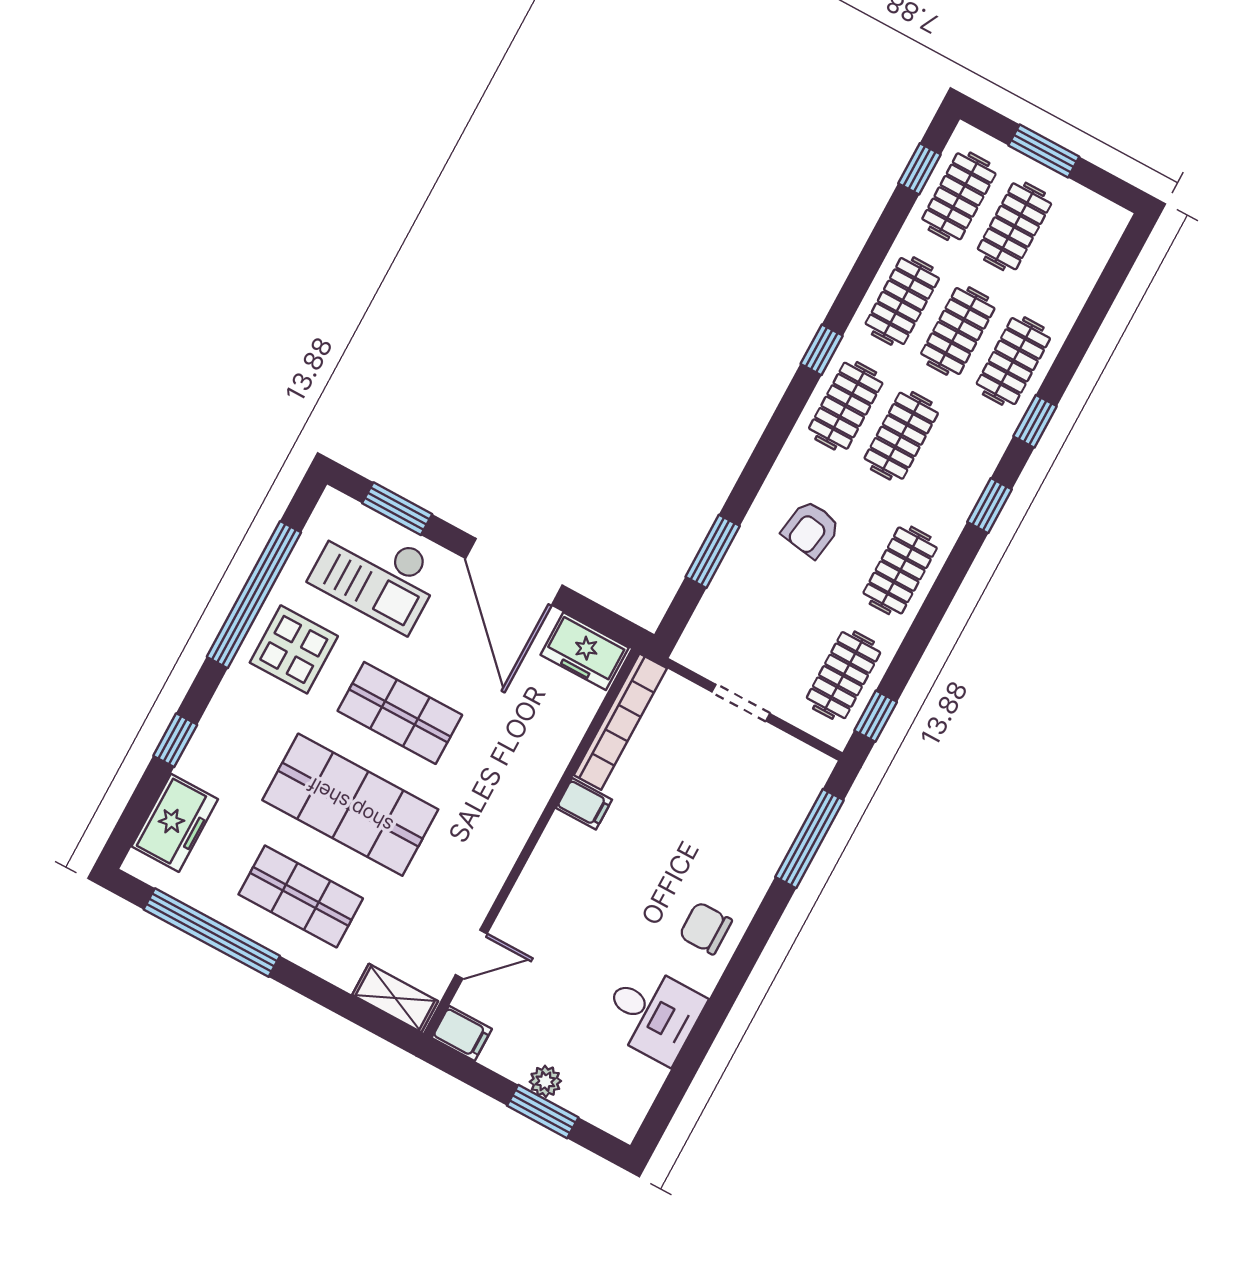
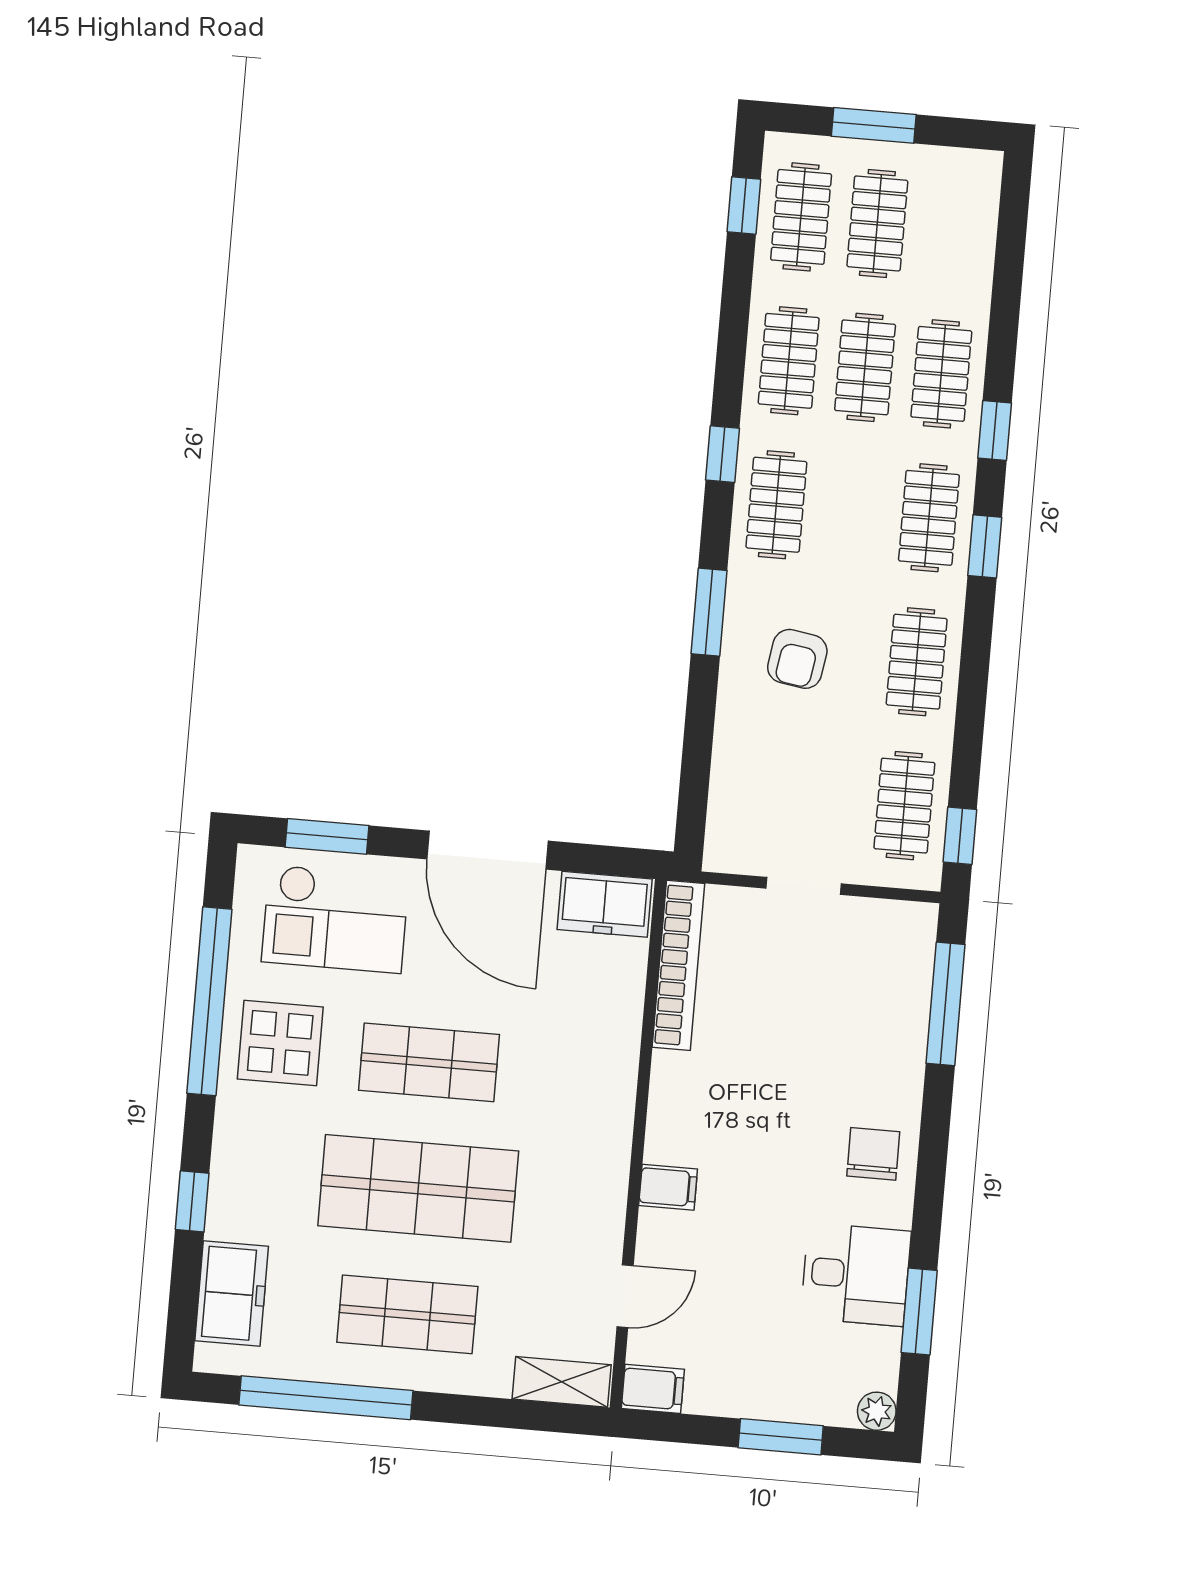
clothes rail: (901, 436) -> (929, 518), moved
window: (713, 551) -> (709, 612), moved
filing cabinet: (584, 804) -> (668, 1187), moved
chair: (706, 928) -> (873, 1154), turned 90
window: (688, 1062) -> (919, 1312), added
plant: (545, 1081) -> (877, 1411), moved

